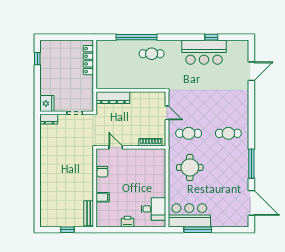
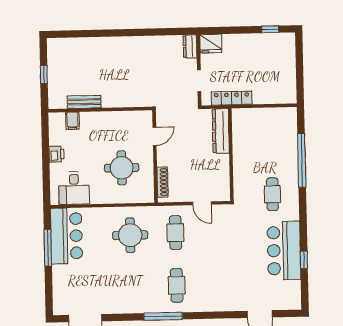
cafe table: (152, 54) -> (272, 194), moved
locker: (88, 60) -> (232, 98), moved
door: (167, 113) -> (202, 203), hinge flipped
window: (251, 164) -> (163, 316), moved
chair: (102, 172) -> (122, 119), removed
round table: (139, 173) -> (122, 168), added
filing cabinet: (103, 197) -> (72, 121), moved
bench: (89, 213) -> (84, 102), moved

